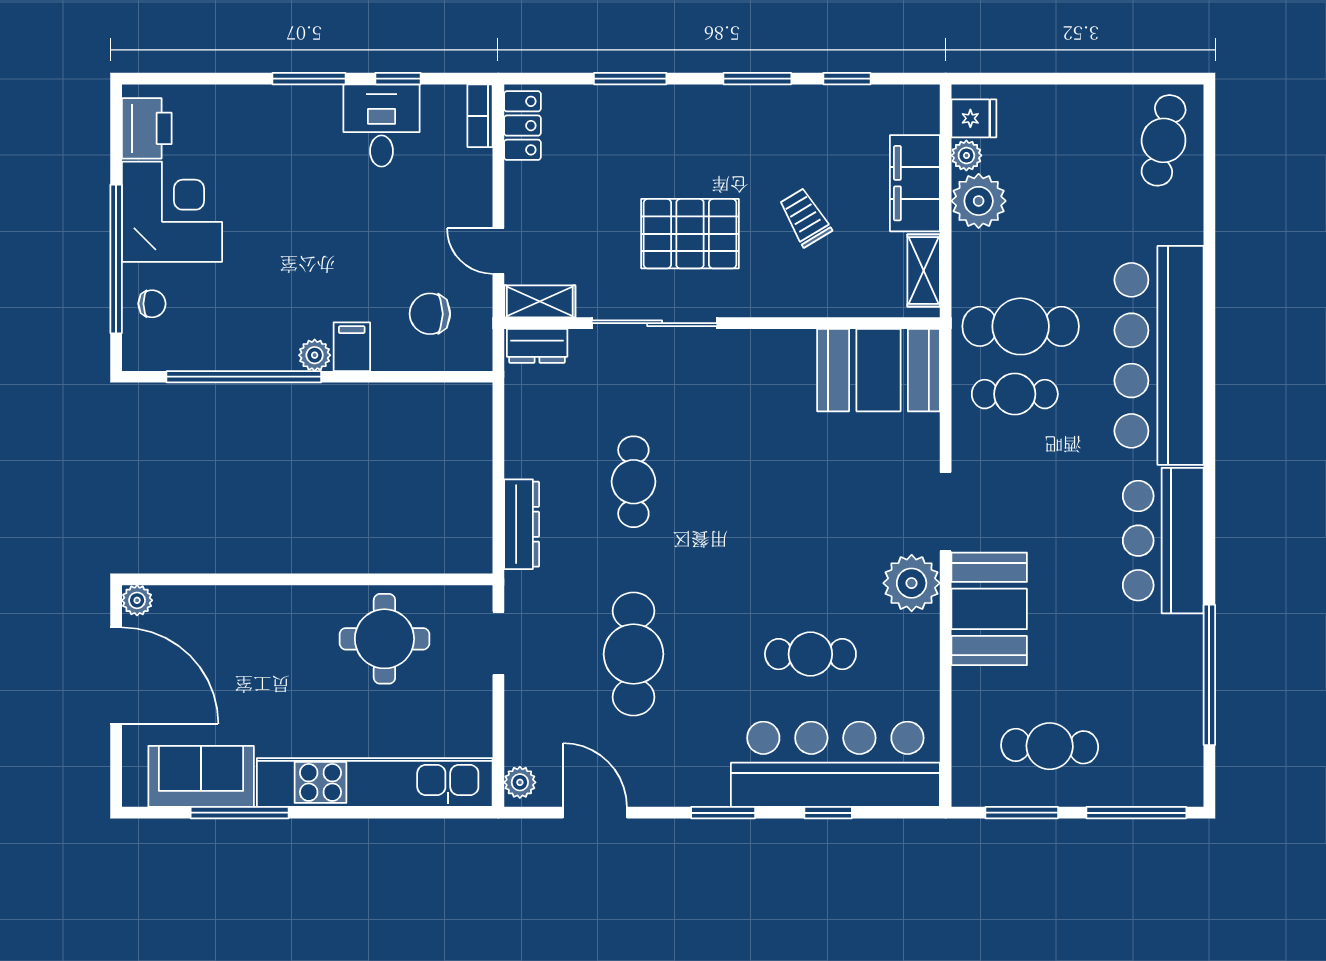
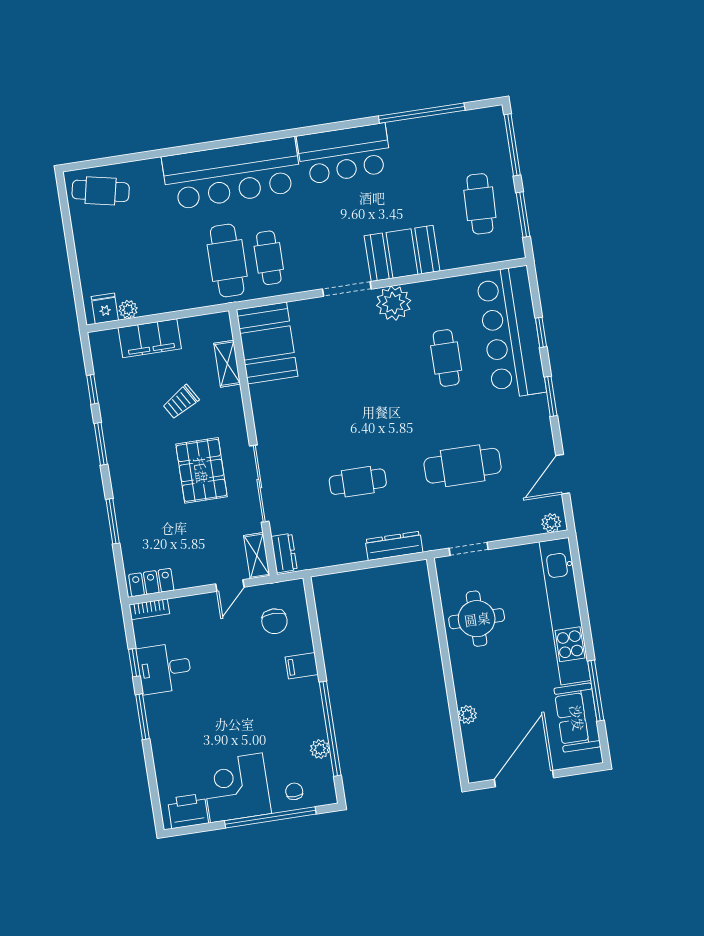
plant: (979, 201) -> (155, 298), removed
shelving: (924, 270) -> (227, 364), moved, turned 90
plant: (315, 355) -> (320, 749), moved
plant: (137, 600) -> (467, 715), moved

